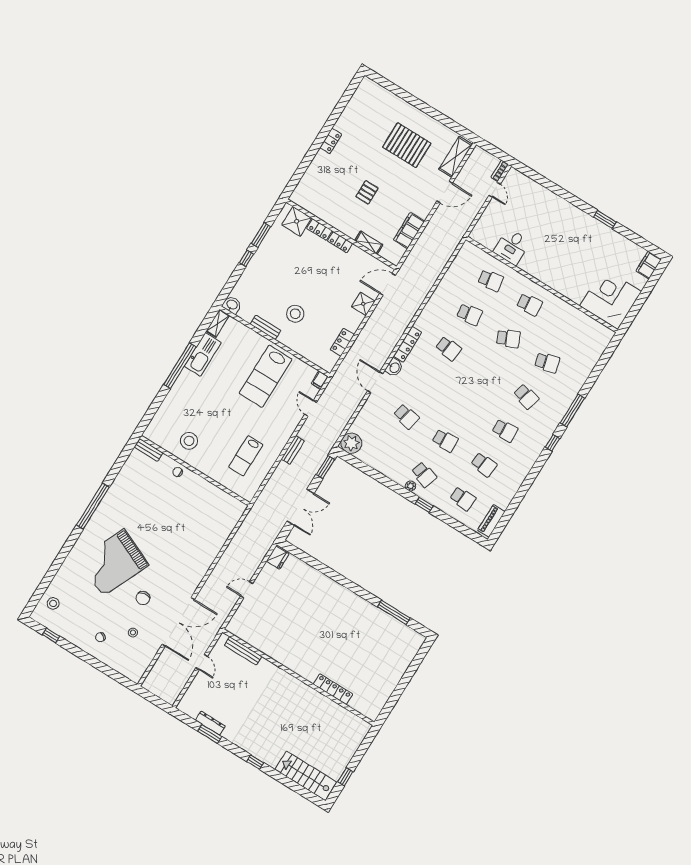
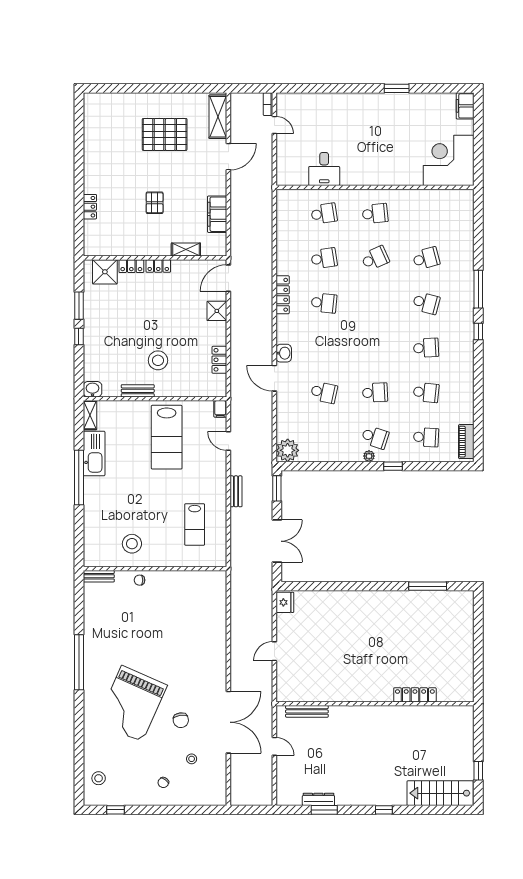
locker: (331, 141) -> (90, 207), moved
locker: (408, 344) -> (283, 295), moved

